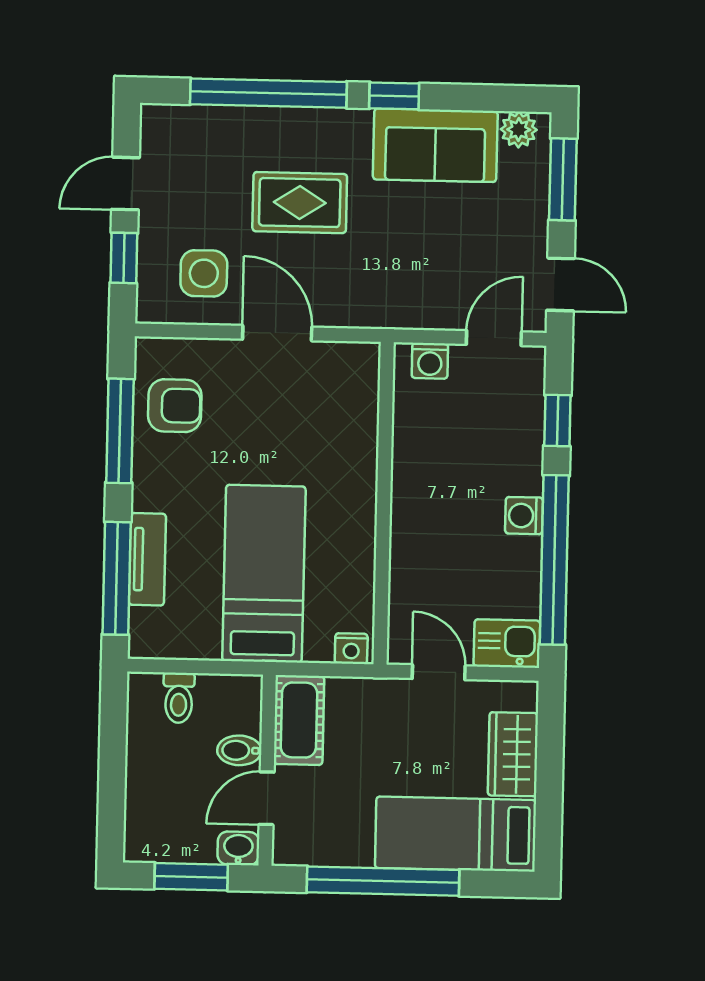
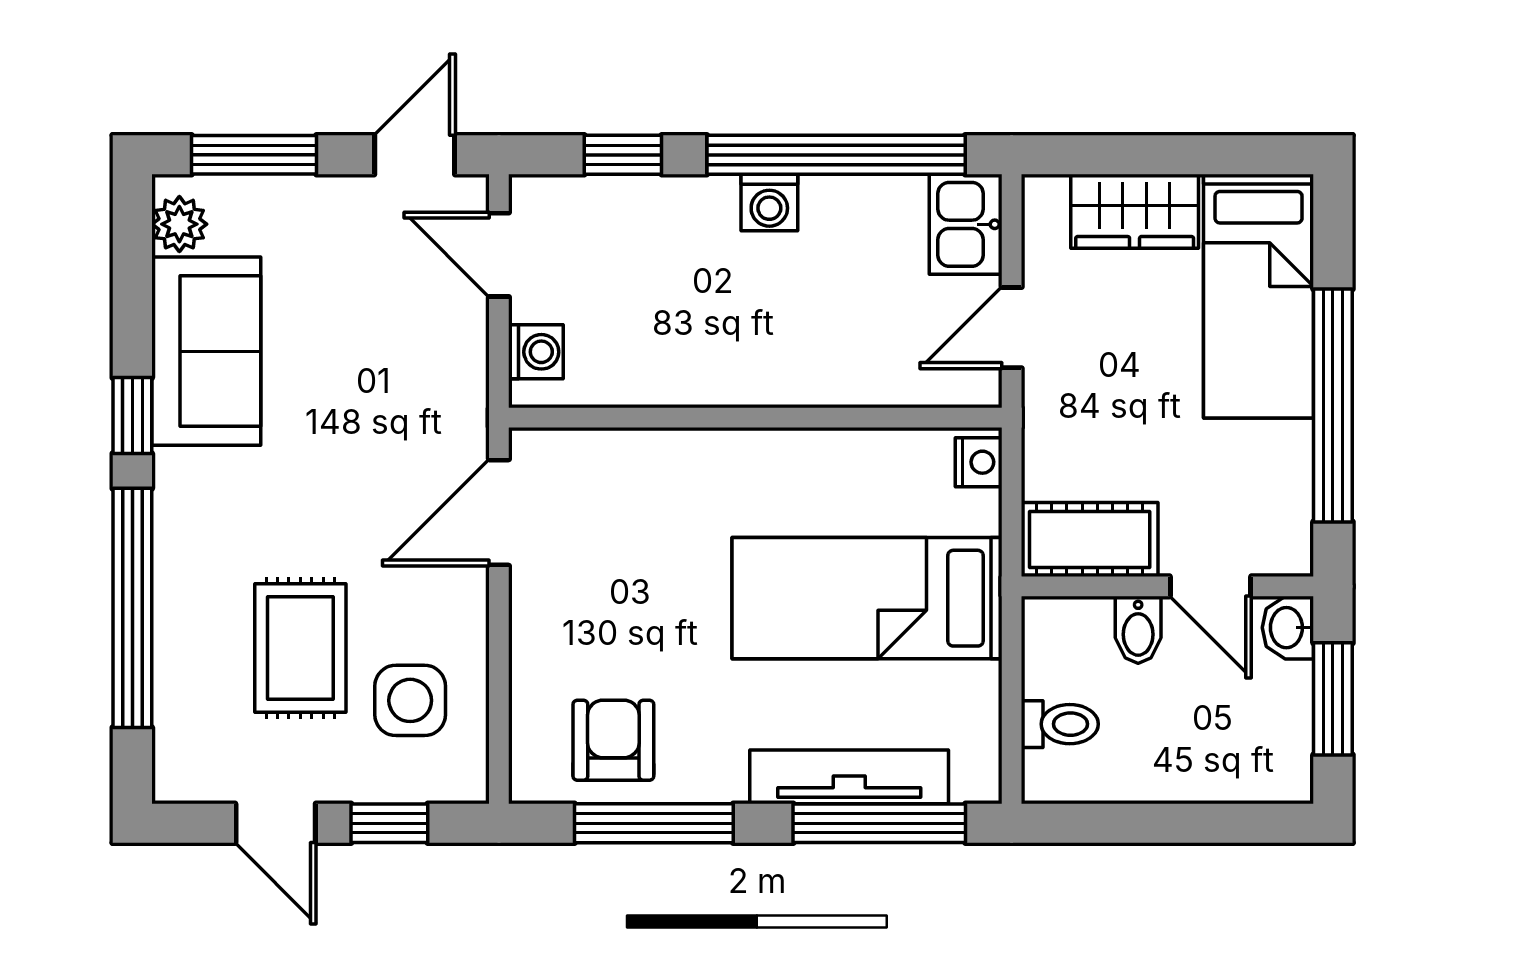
rug: (300, 203) -> (300, 648), moved
door: (277, 333) -> (499, 512), moved
tv unit: (147, 559) -> (849, 777), width x1.41

